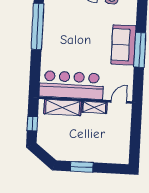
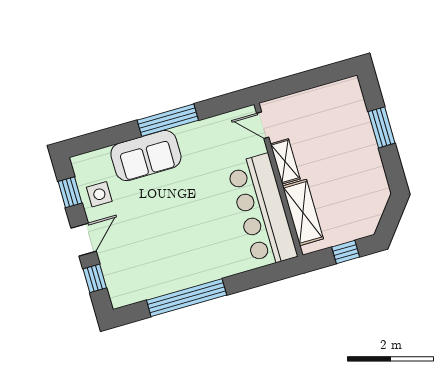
sofa: (124, 45) -> (146, 156), moved
window: (82, 167) -> (382, 127), moved

